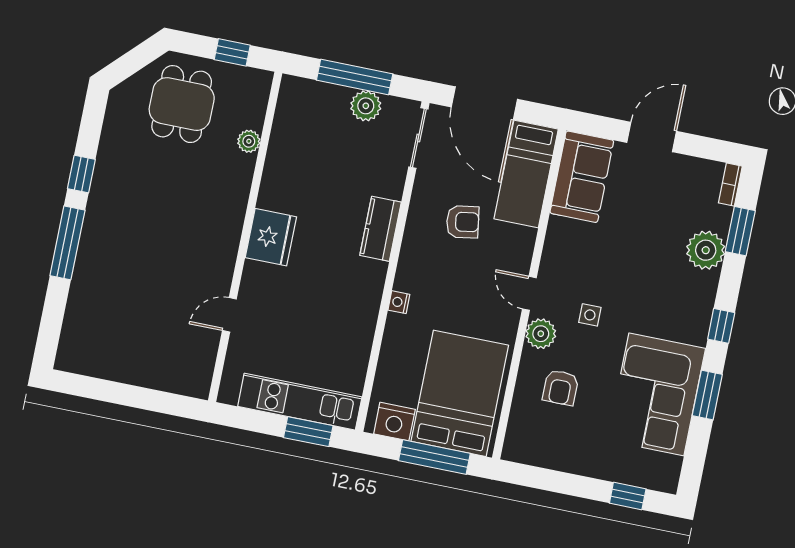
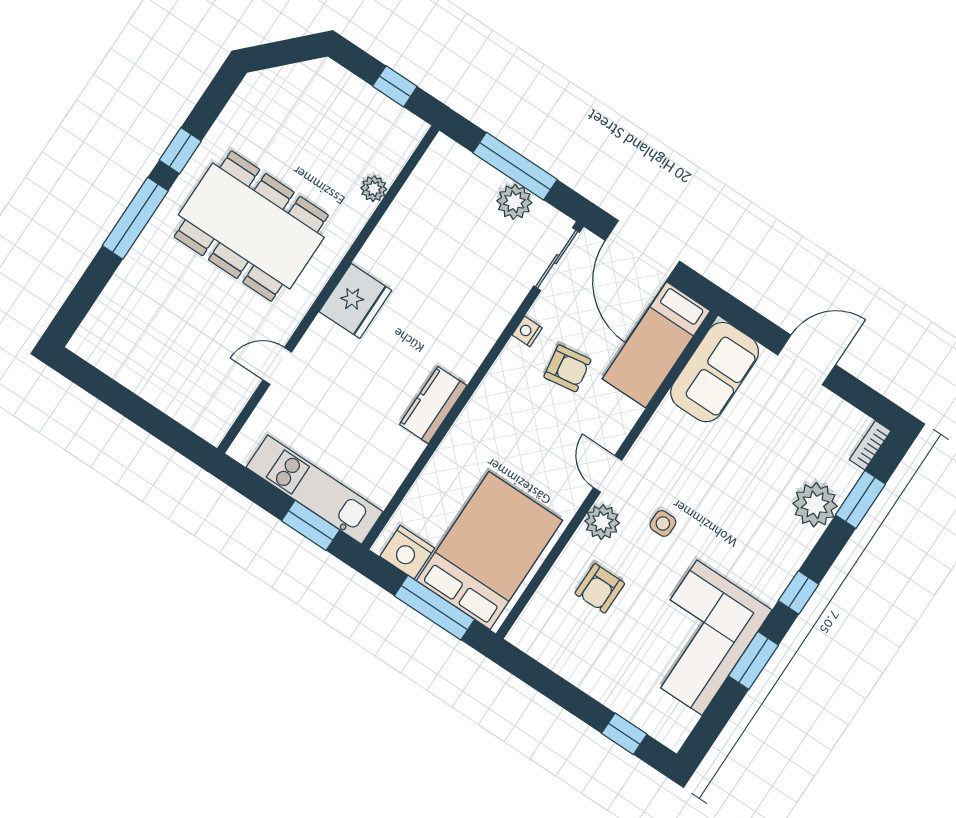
dining table: (182, 104) -> (251, 226), moved, width x1.87, depth x1.24
kitchen counter: (381, 229) -> (433, 405), moved
nightstand: (399, 302) -> (527, 331), moved

